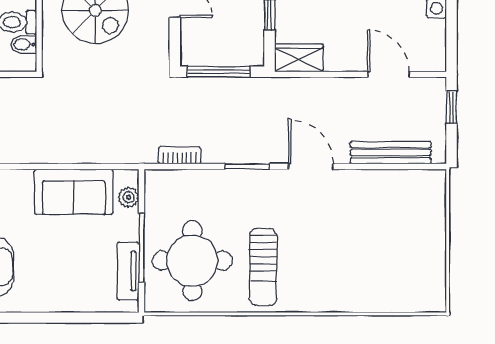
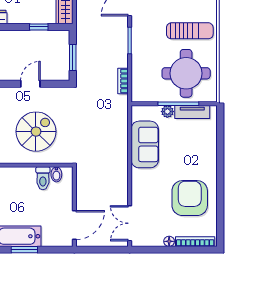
window: (219, 72) -> (73, 57), width x0.69
plant: (129, 197) -> (167, 112), moved

